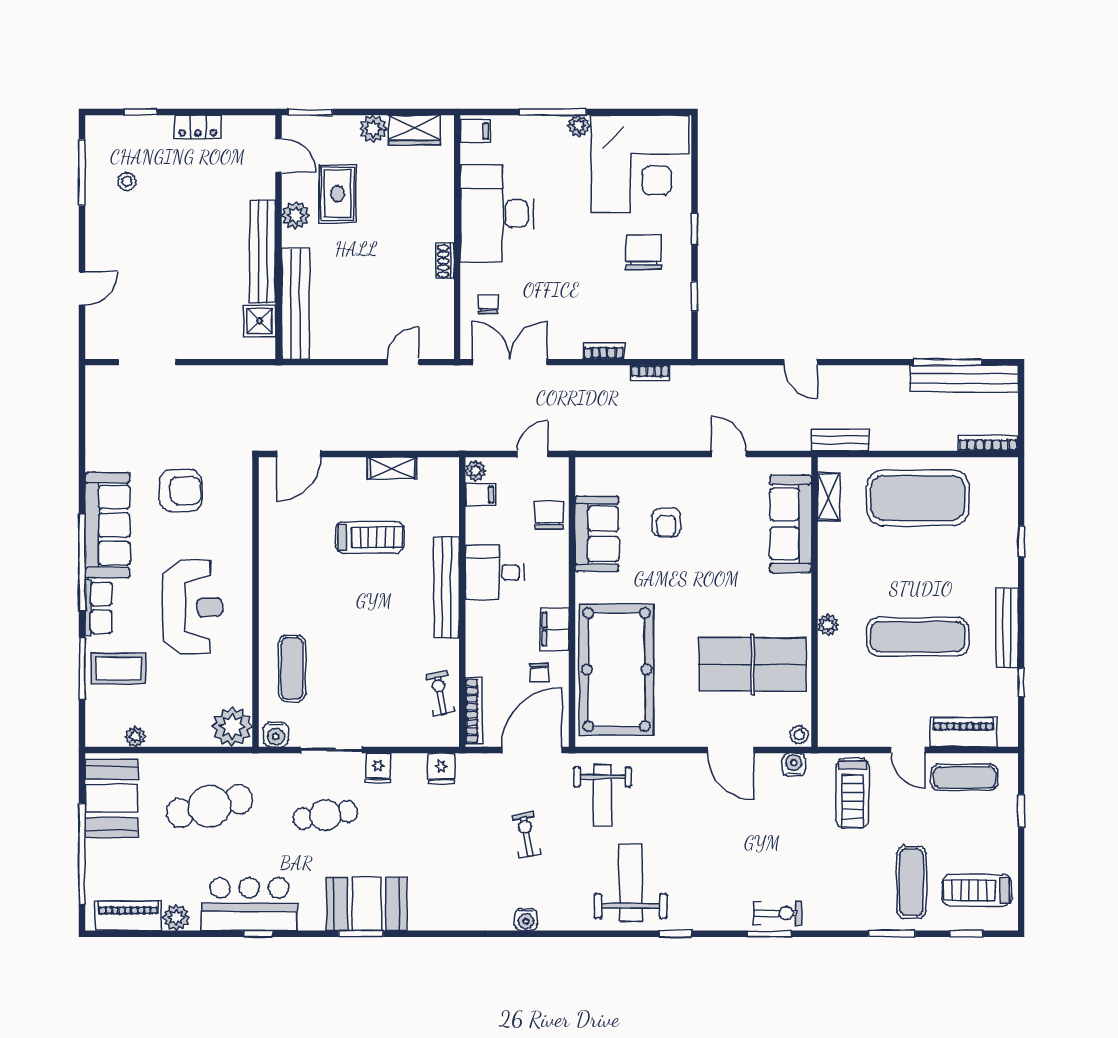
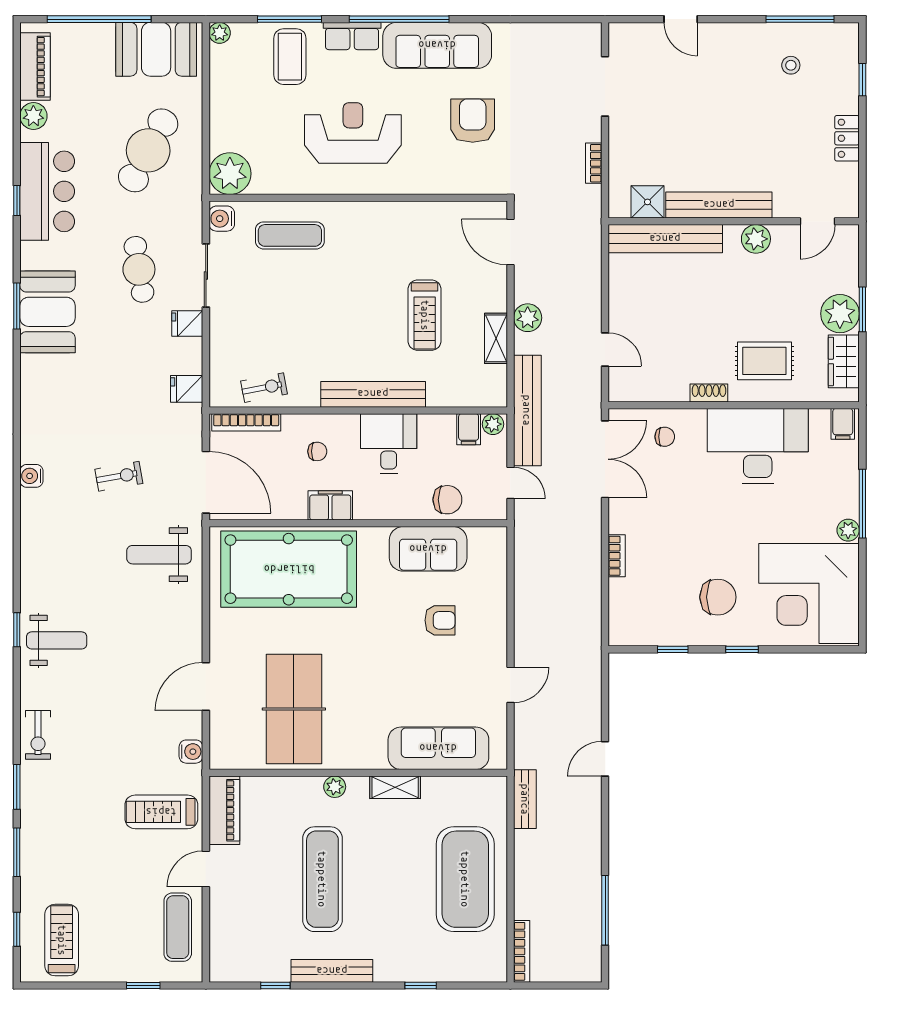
window: (310, 112) -> (862, 309), moved
plant: (373, 129) -> (840, 314), width x1.36, depth x1.36
rug: (338, 194) -> (764, 361), moved
bookcase: (650, 373) -> (594, 163), moved
bench: (964, 379) -> (527, 410), moved
plant: (372, 437) -> (528, 318), added
armchair: (181, 491) -> (473, 121), turned 180
shelving: (829, 497) -> (395, 787), moved
armchair: (666, 522) -> (440, 620), turned 180
reception desk: (193, 607) -> (353, 133), turned 180
chair: (539, 673) -> (317, 451), moved, turned 180
piano: (963, 732) -> (224, 810), moved
stool: (799, 735) -> (222, 757), removed
plant: (135, 737) -> (220, 33), moved
cafe table: (210, 806) -> (148, 150), turned 41
exercise mat: (911, 882) -> (70, 872), removed
weight bench: (631, 883) -> (57, 640), moved, width x0.73, depth x0.75
window: (769, 934) -> (17, 787), moved

